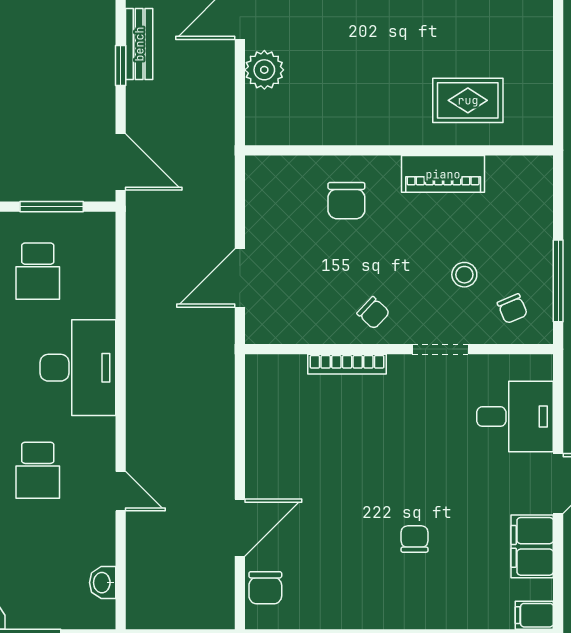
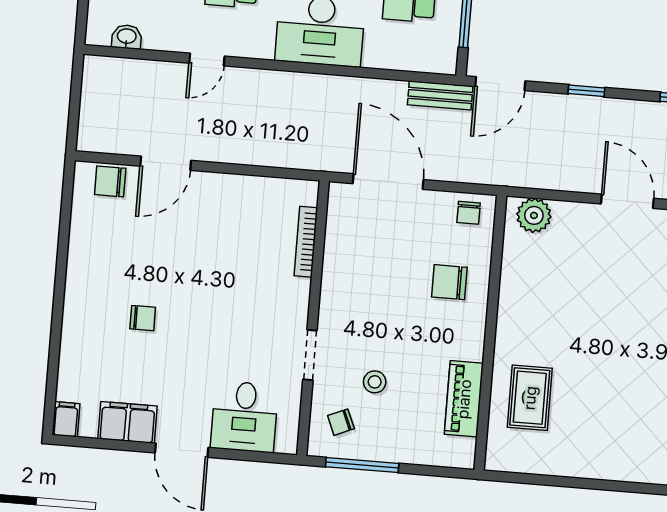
bench: (139, 44) -> (440, 95), moved
plant: (264, 70) -> (534, 215), moved
piano: (443, 174) -> (464, 399), moved
door: (240, 278) -> (388, 182), width x1.36
chair: (373, 313) -> (469, 213), moved, turned -43
bookcase: (347, 364) -> (306, 242), moved
door: (240, 528) -> (166, 163), hinge flipped

